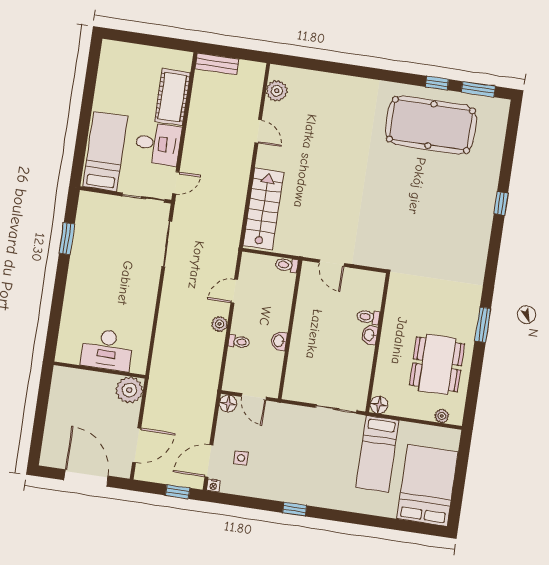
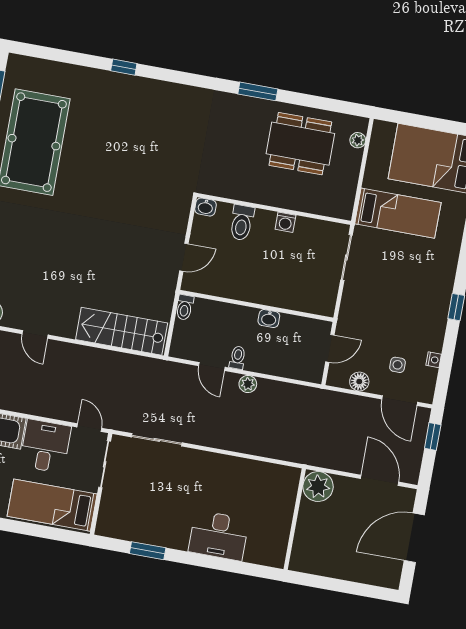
door: (258, 131) -> (35, 334), swing flipped
toilet: (368, 317) -> (242, 223), width x1.37, depth x1.39
washbasin: (369, 335) -> (205, 207), moved
toilet: (239, 342) -> (238, 358), moved
desk: (107, 350) -> (219, 535), moved, turned 90
washing machine: (366, 353) -> (285, 222), added
floor lamp: (228, 403) -> (359, 382), moved
floor lamp: (379, 405) -> (343, 210), removed
nightstand: (213, 485) -> (434, 360), moved

